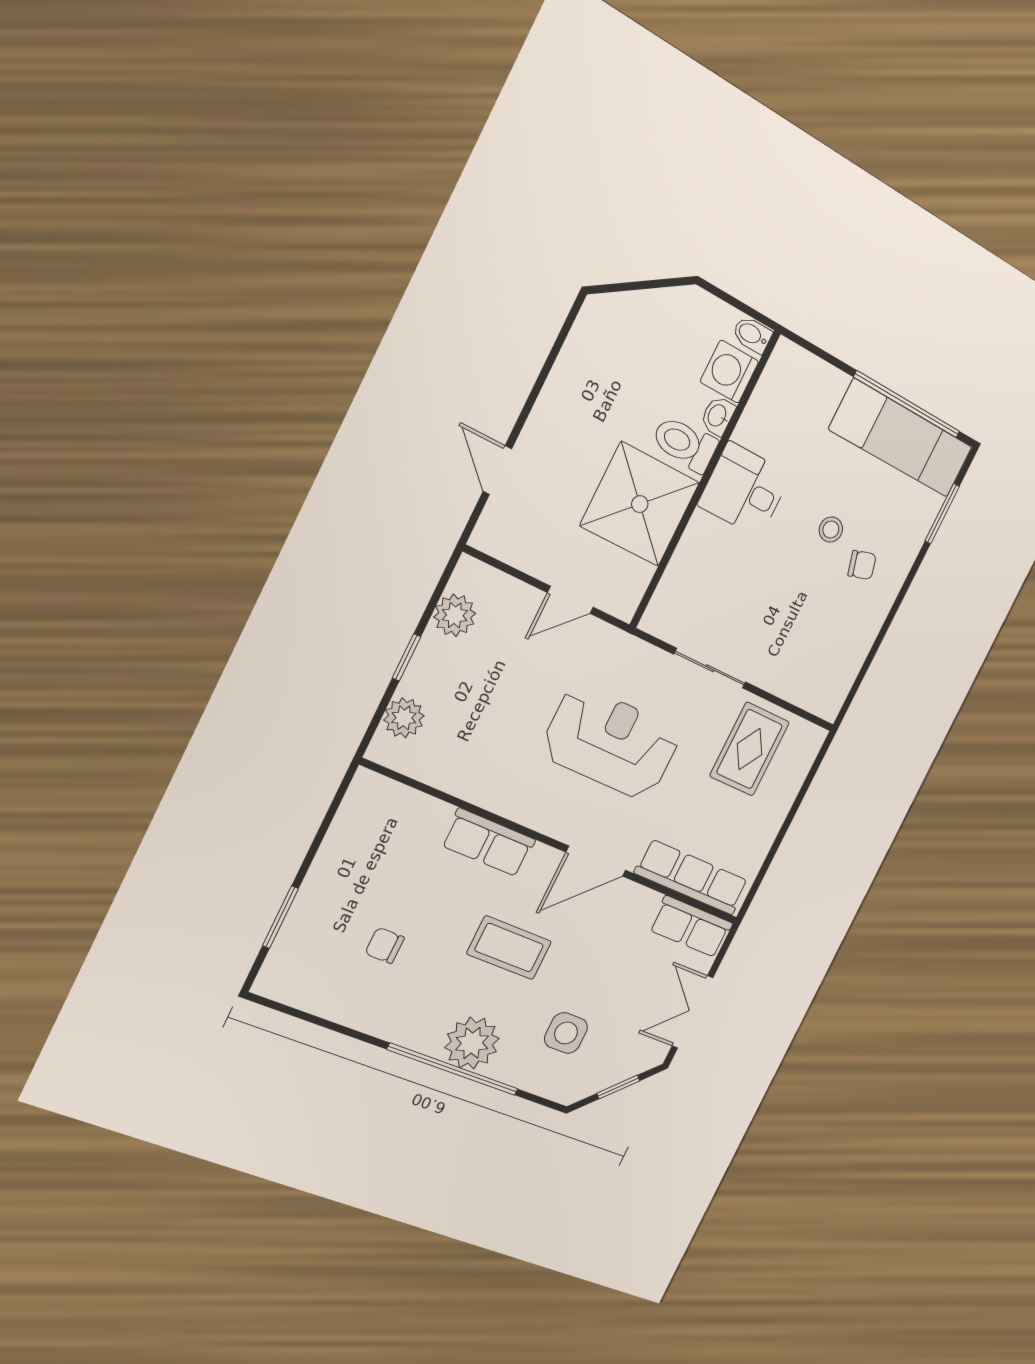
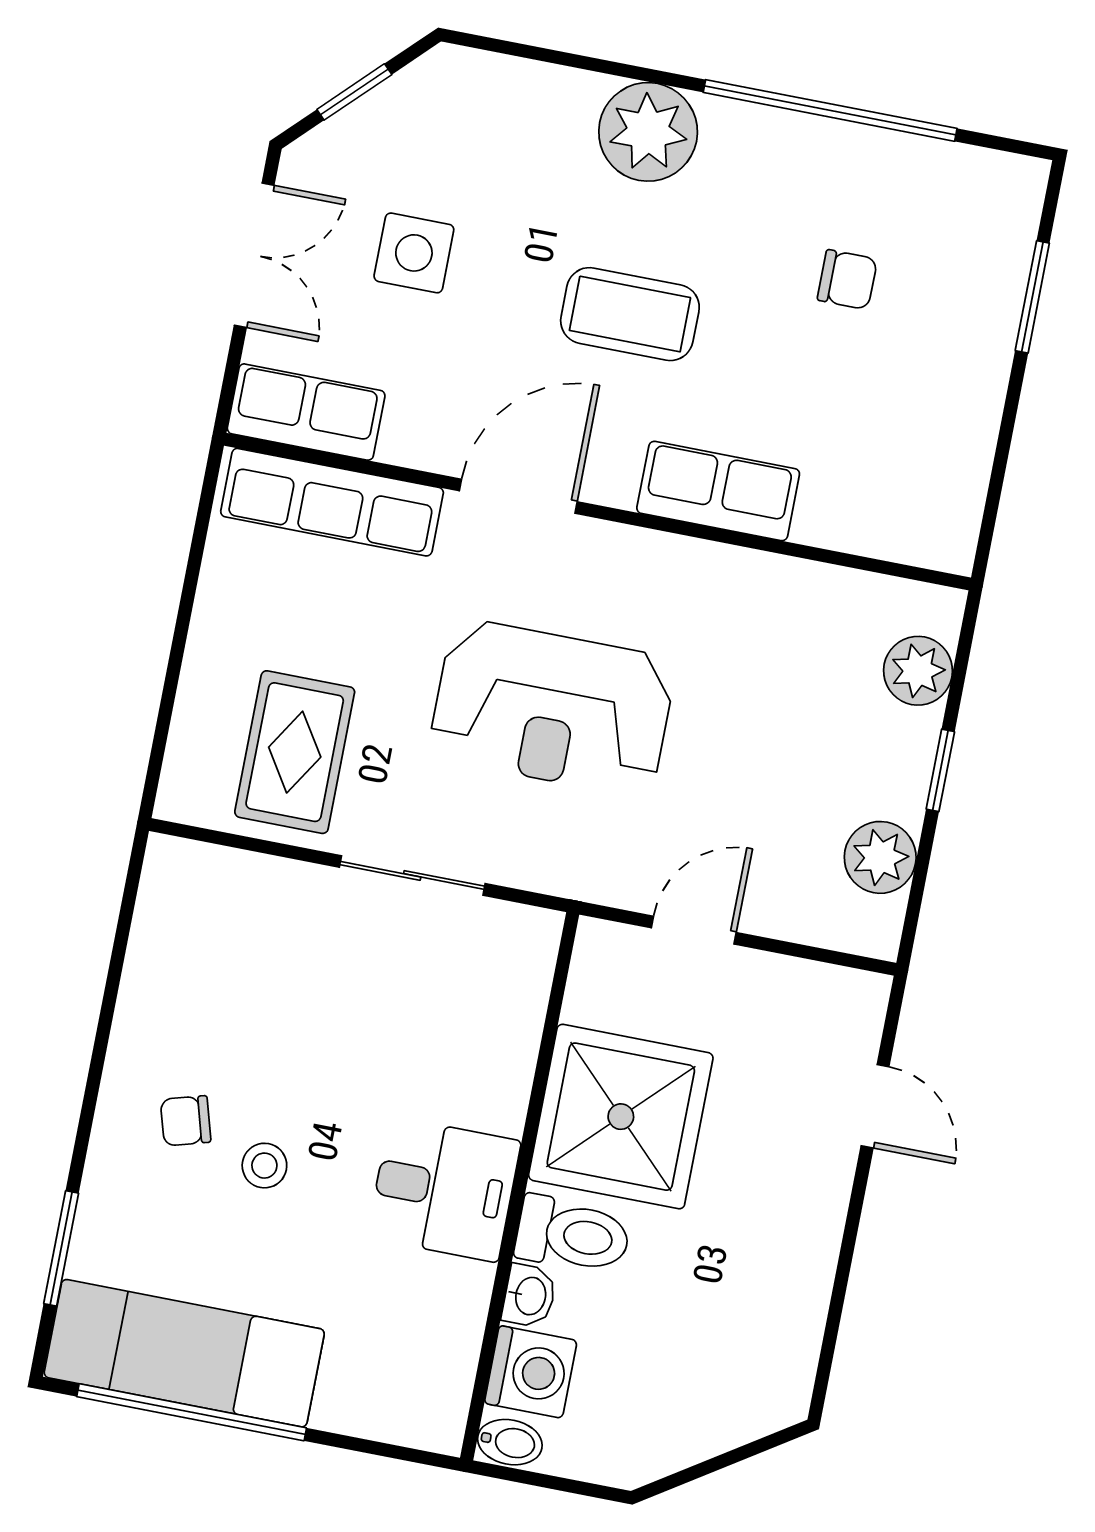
side table: (566, 1033) -> (414, 253), moved
window: (453, 1069) -> (830, 110), moved

